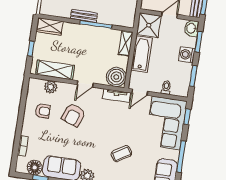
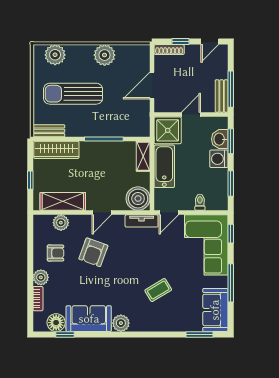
bench: (84, 16) -> (49, 131), moved
wardrobe: (50, 26) -> (56, 150), width x1.50
washbasin: (191, 28) -> (220, 139), moved
plant: (28, 129) -> (41, 277), added

